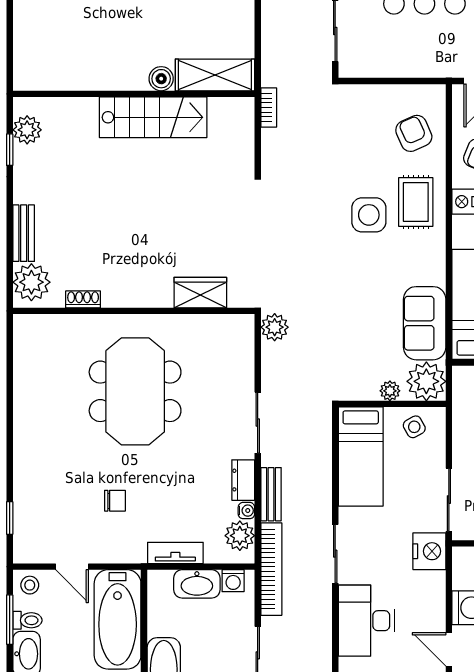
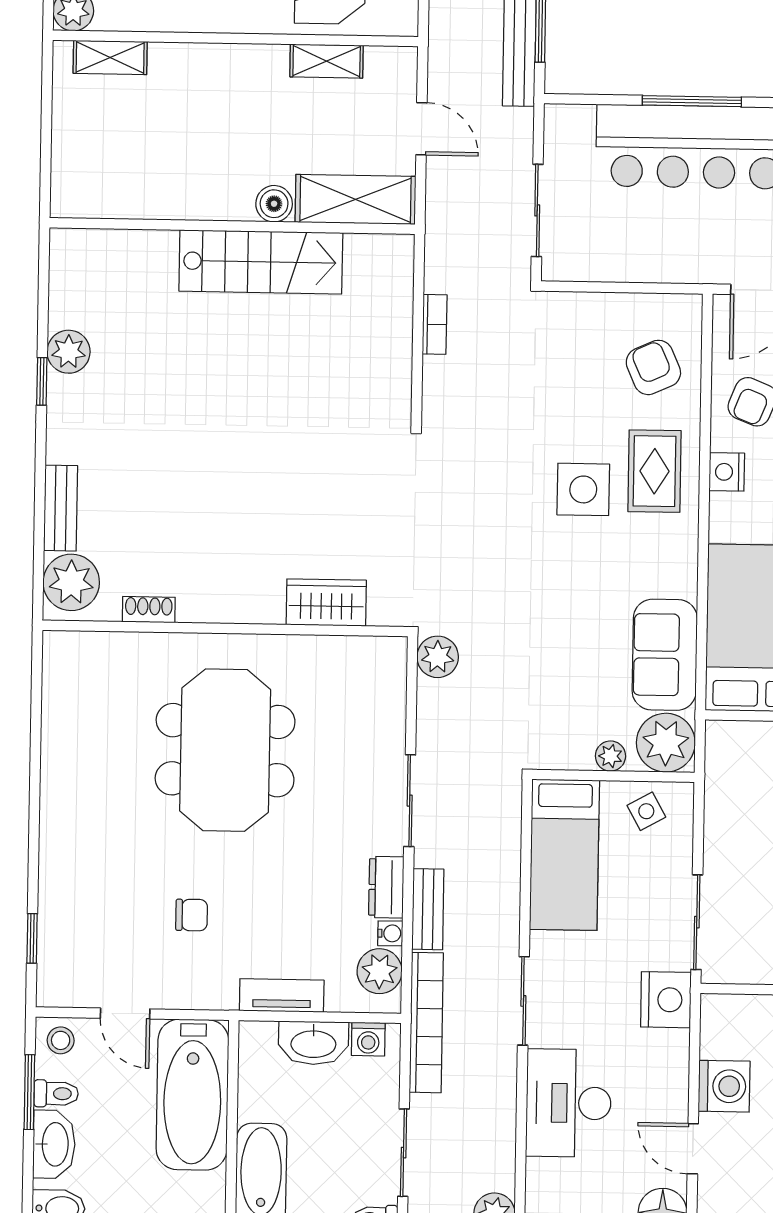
shelving: (215, 75) -> (355, 199), moved
boiler: (161, 79) -> (274, 204), moved
wall: (134, 94) -> (232, 226), moved
stairs: (153, 117) -> (261, 262), moved

